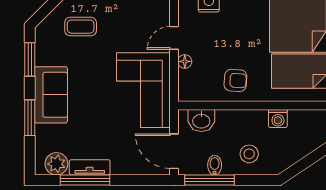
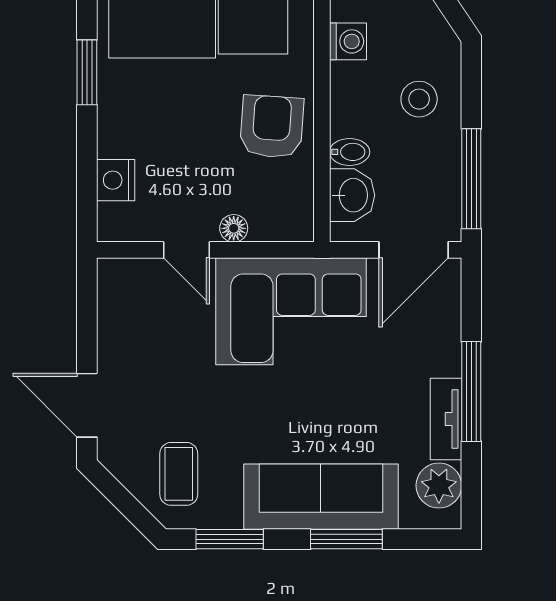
coffee table: (81, 27) -> (179, 474), moved
armchair: (235, 80) -> (272, 127), width x1.38, depth x1.38
sofa: (51, 95) -> (321, 497), width x1.36
bidet: (215, 165) -> (350, 152), moved, turned 180
window: (85, 180) -> (471, 392), moved

